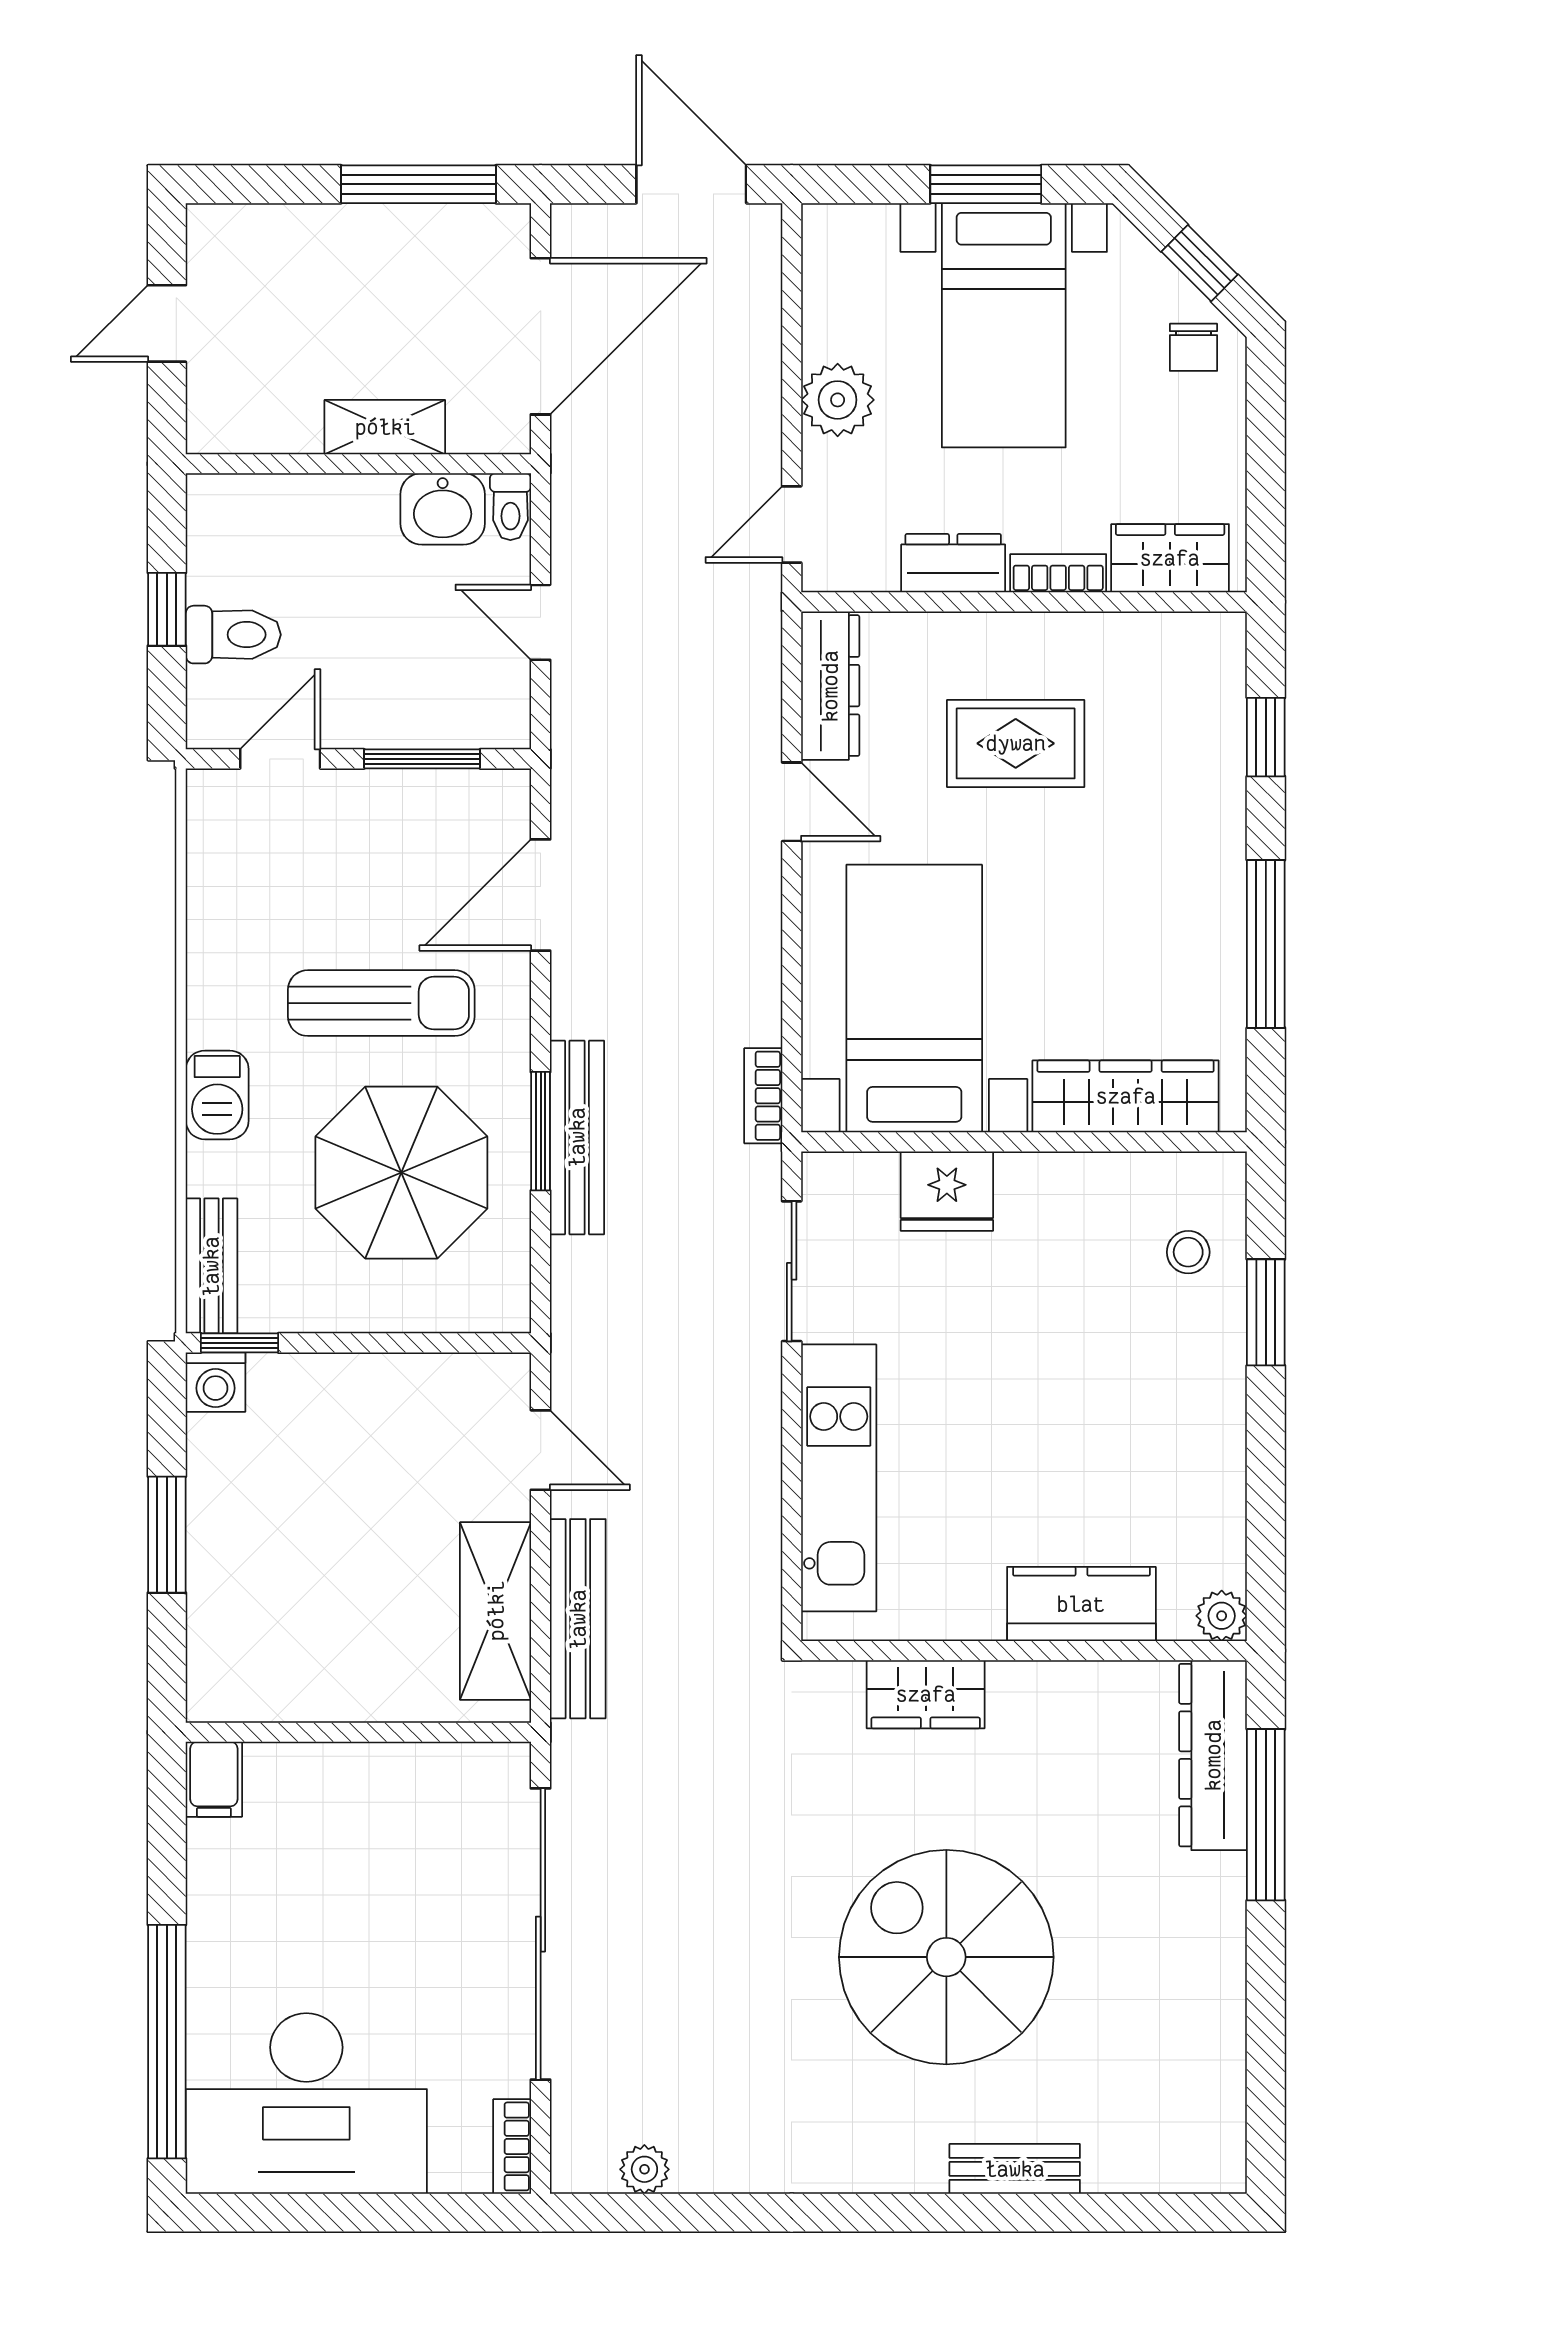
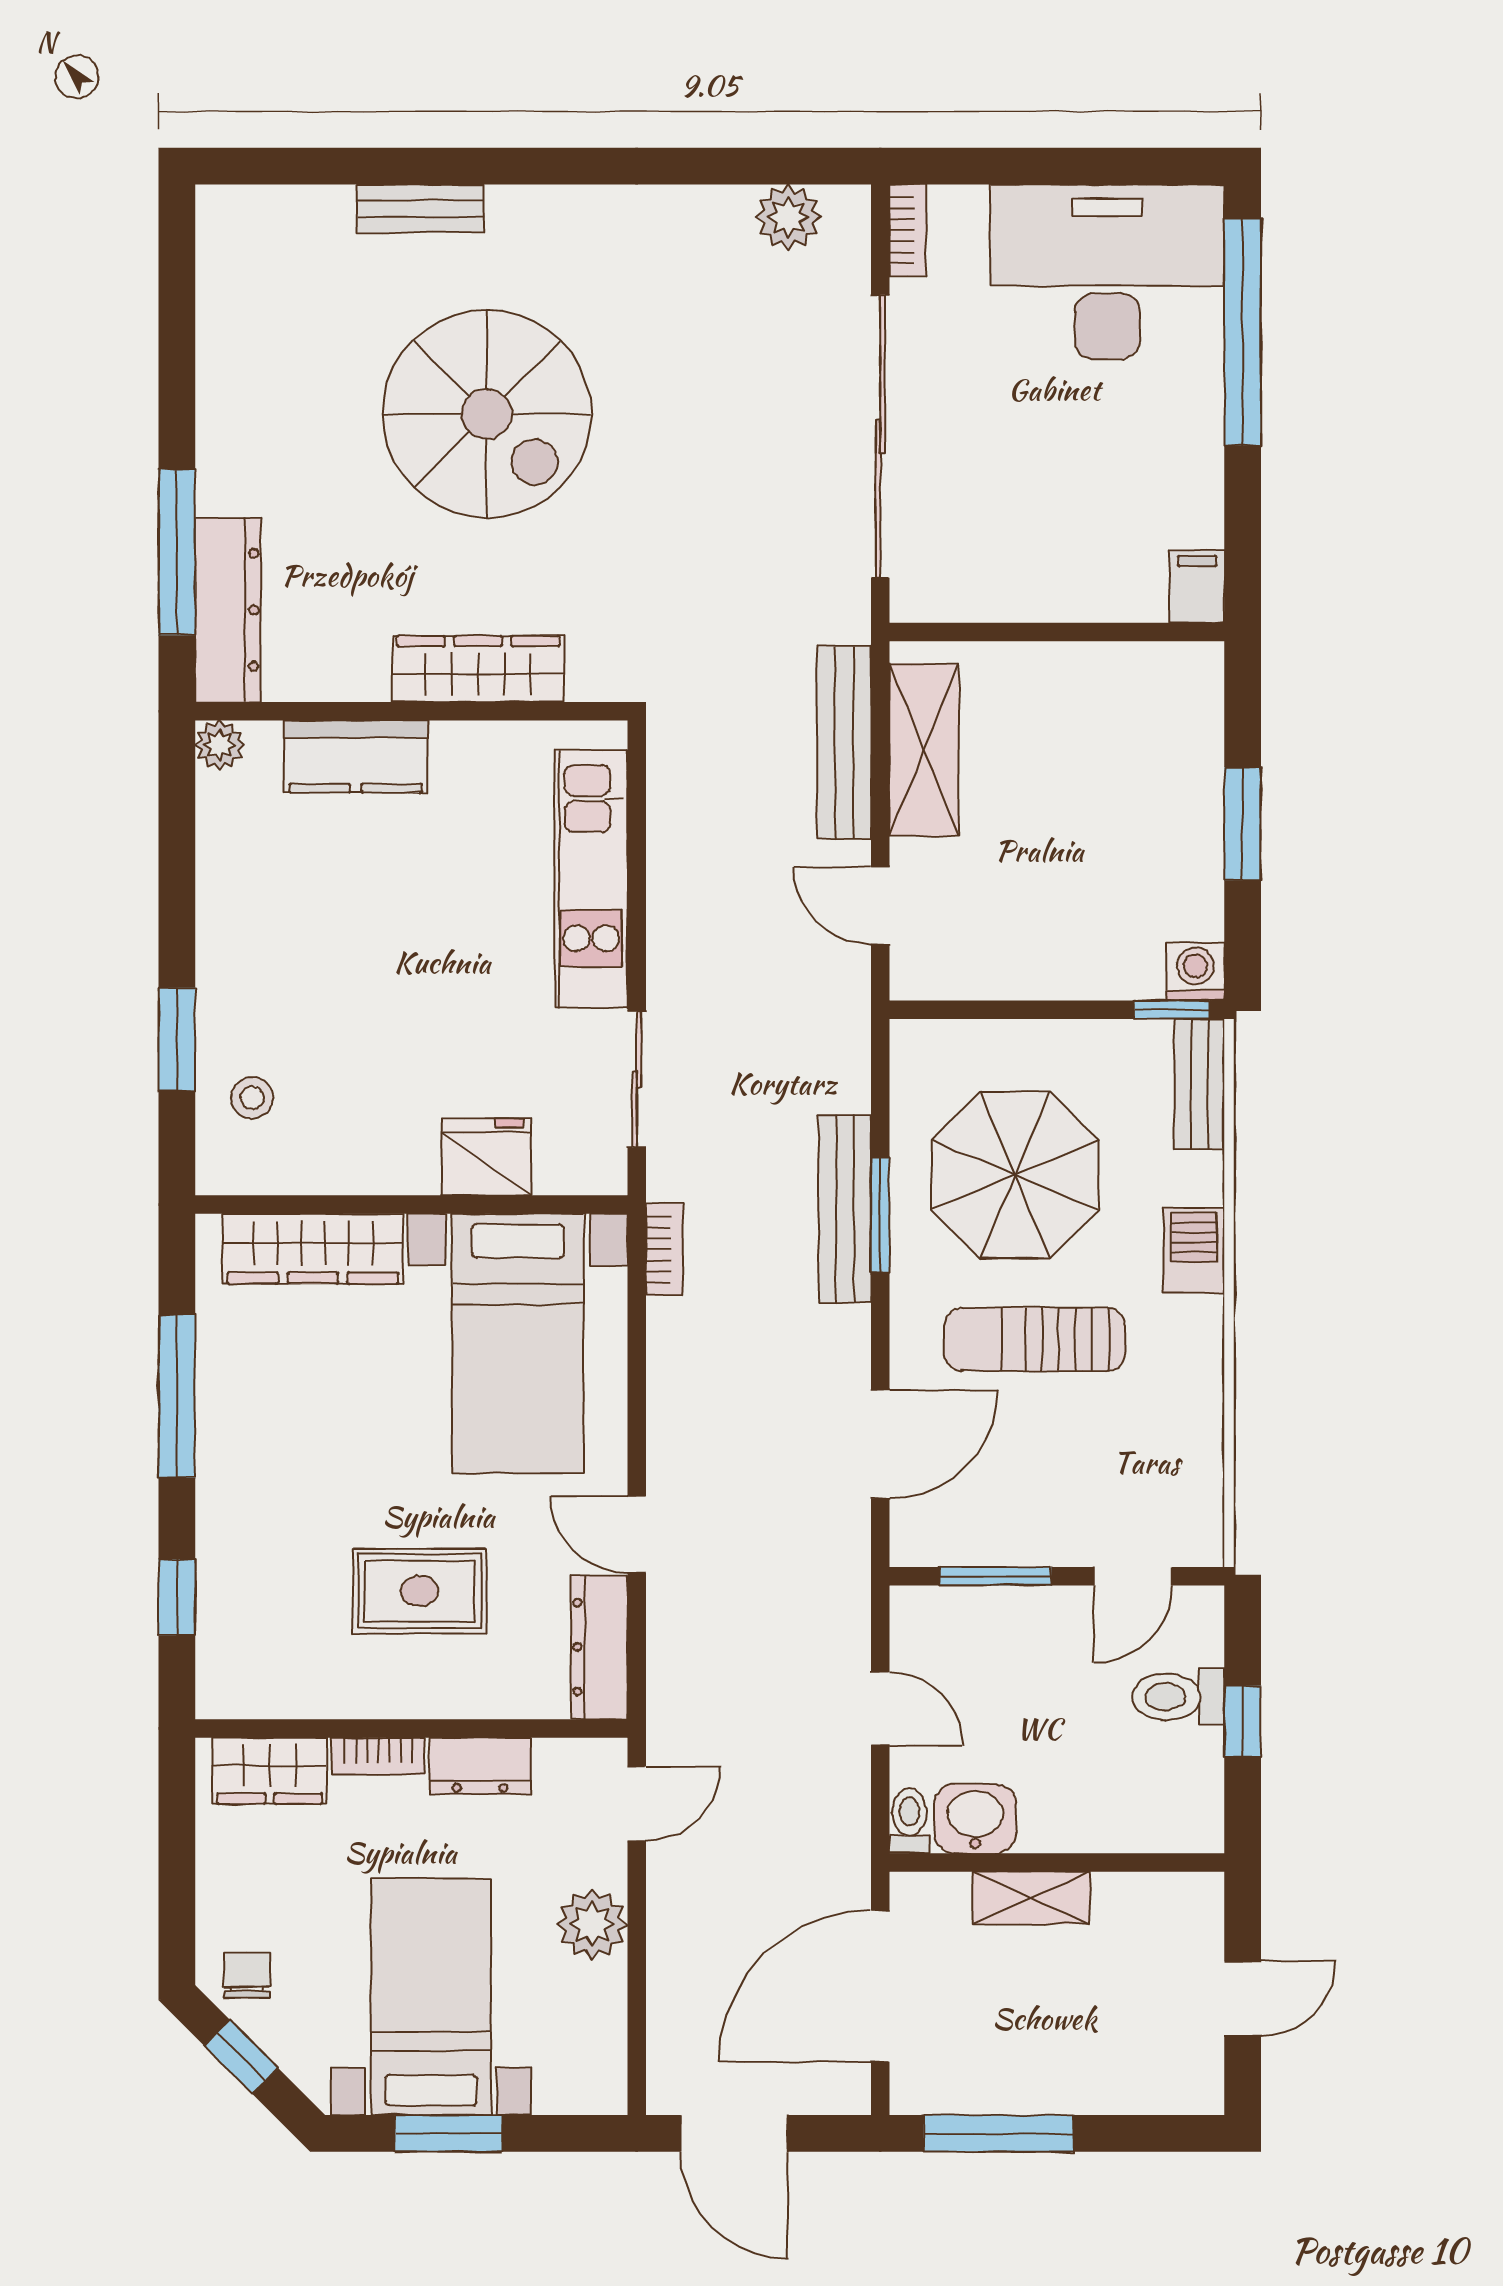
wardrobe: (926, 1694) -> (478, 669), width x1.50
plant: (644, 2169) -> (788, 217), width x1.38, depth x1.38

